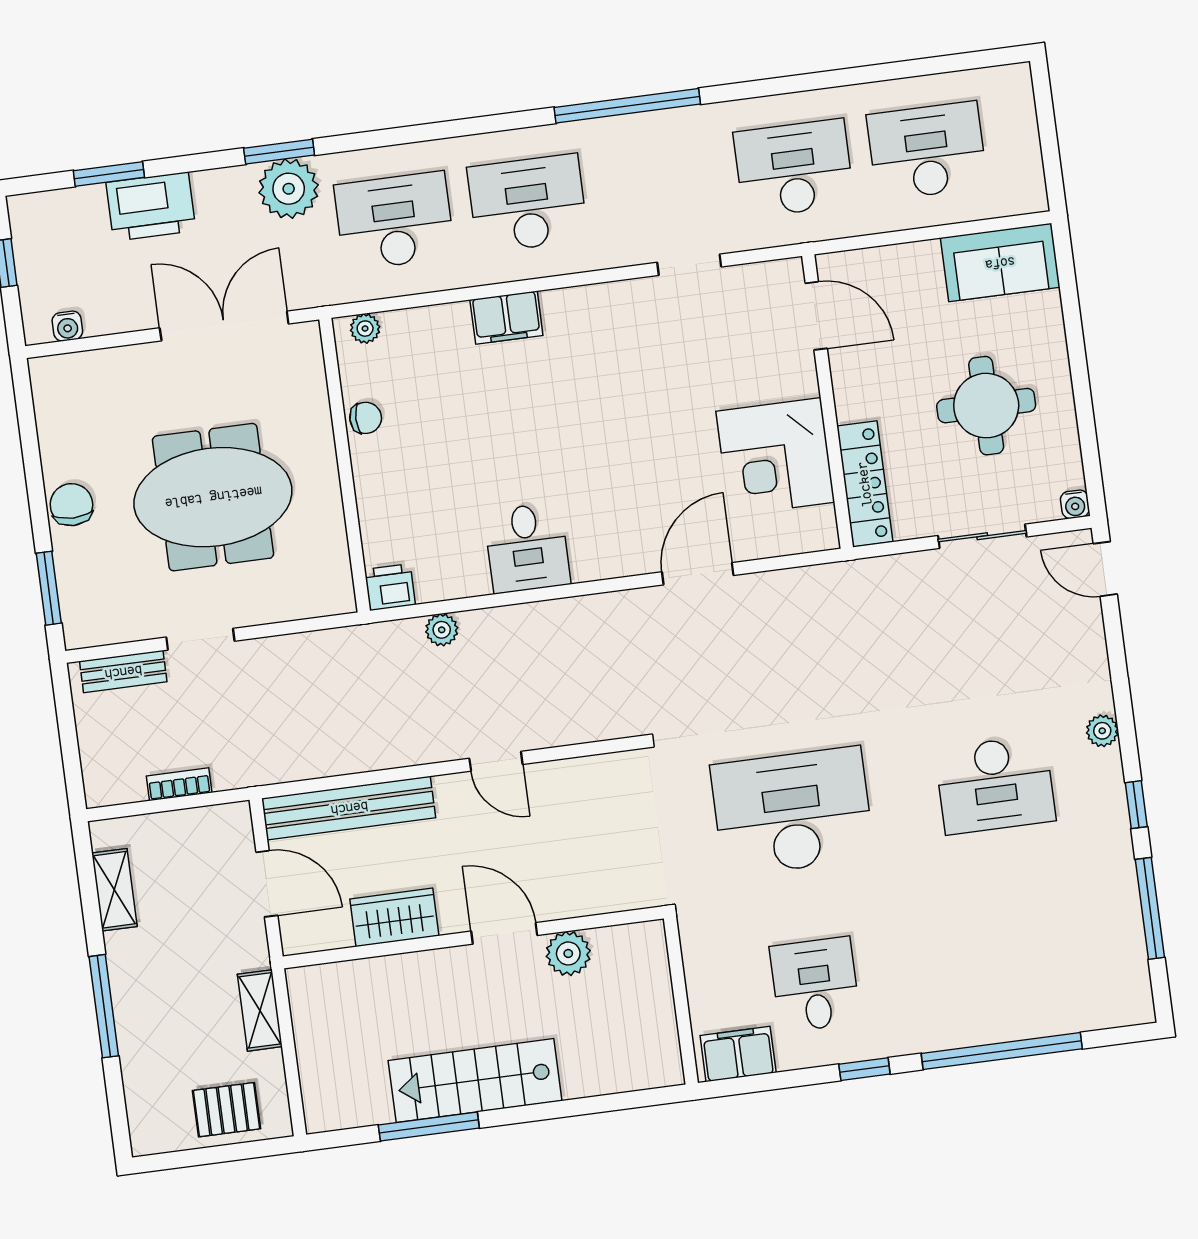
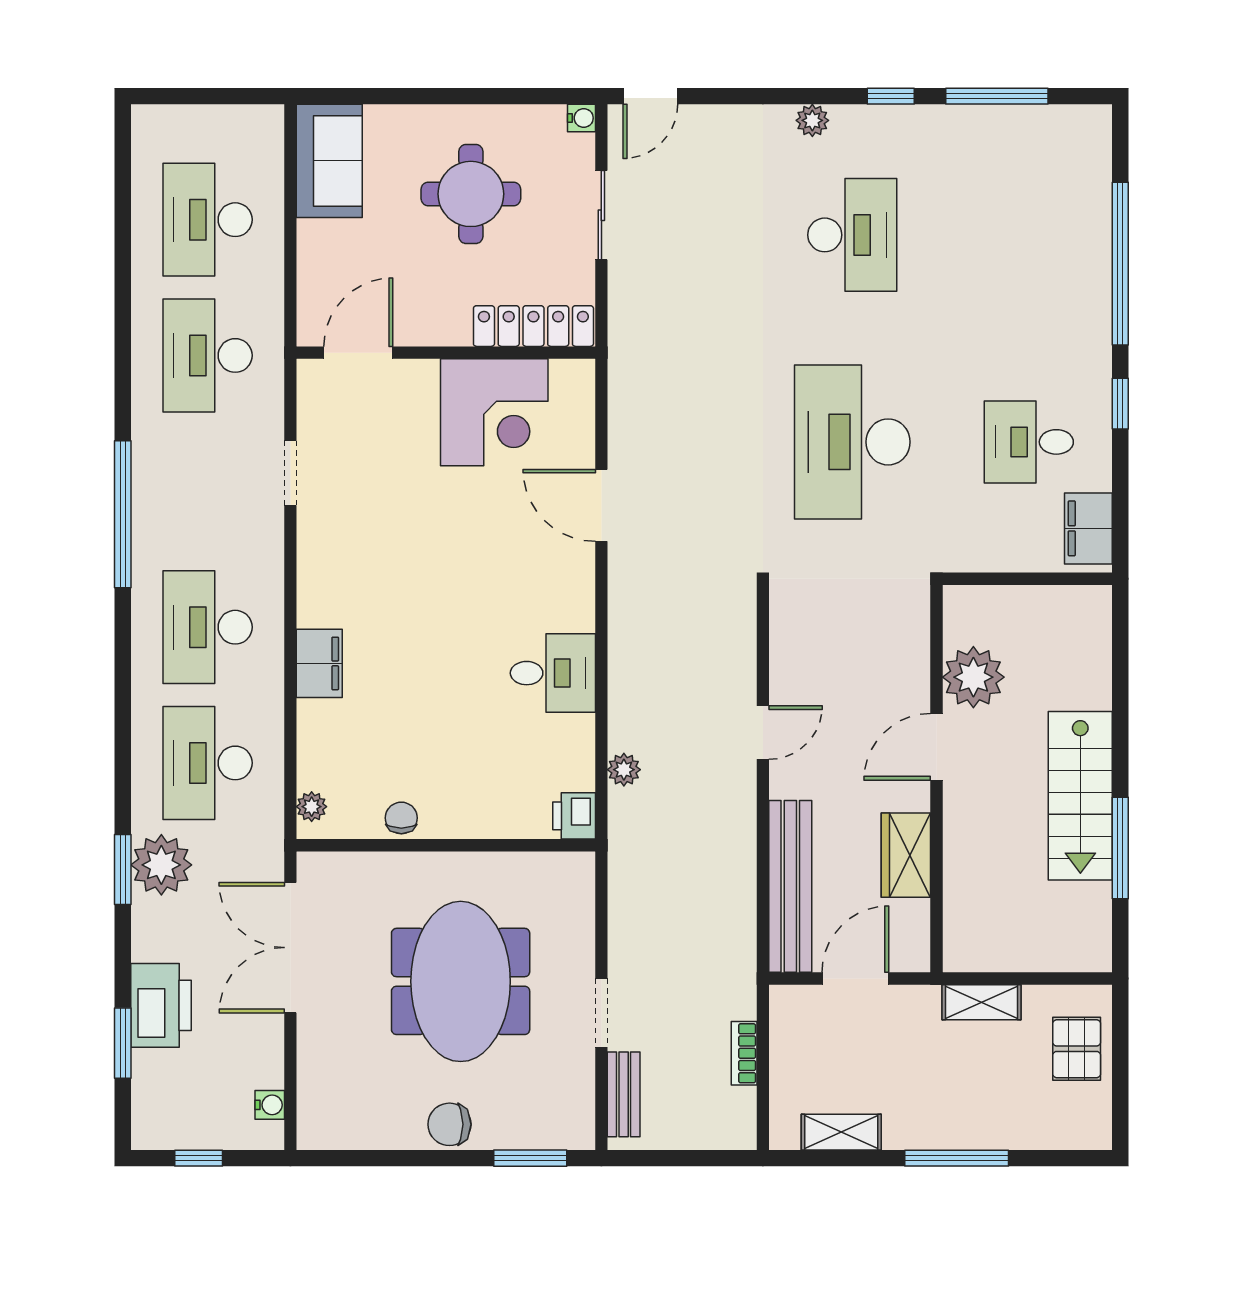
plant: (568, 953) -> (973, 677), width x1.36, depth x1.36

